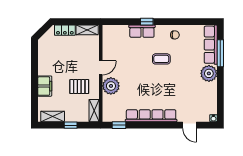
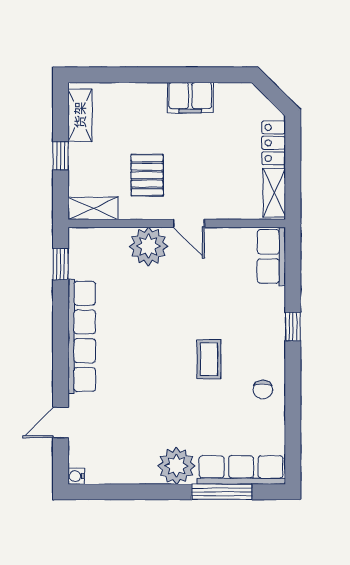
row of seats: (142, 31) -> (271, 256), moved
filing cabinet: (45, 86) -> (190, 98), moved

